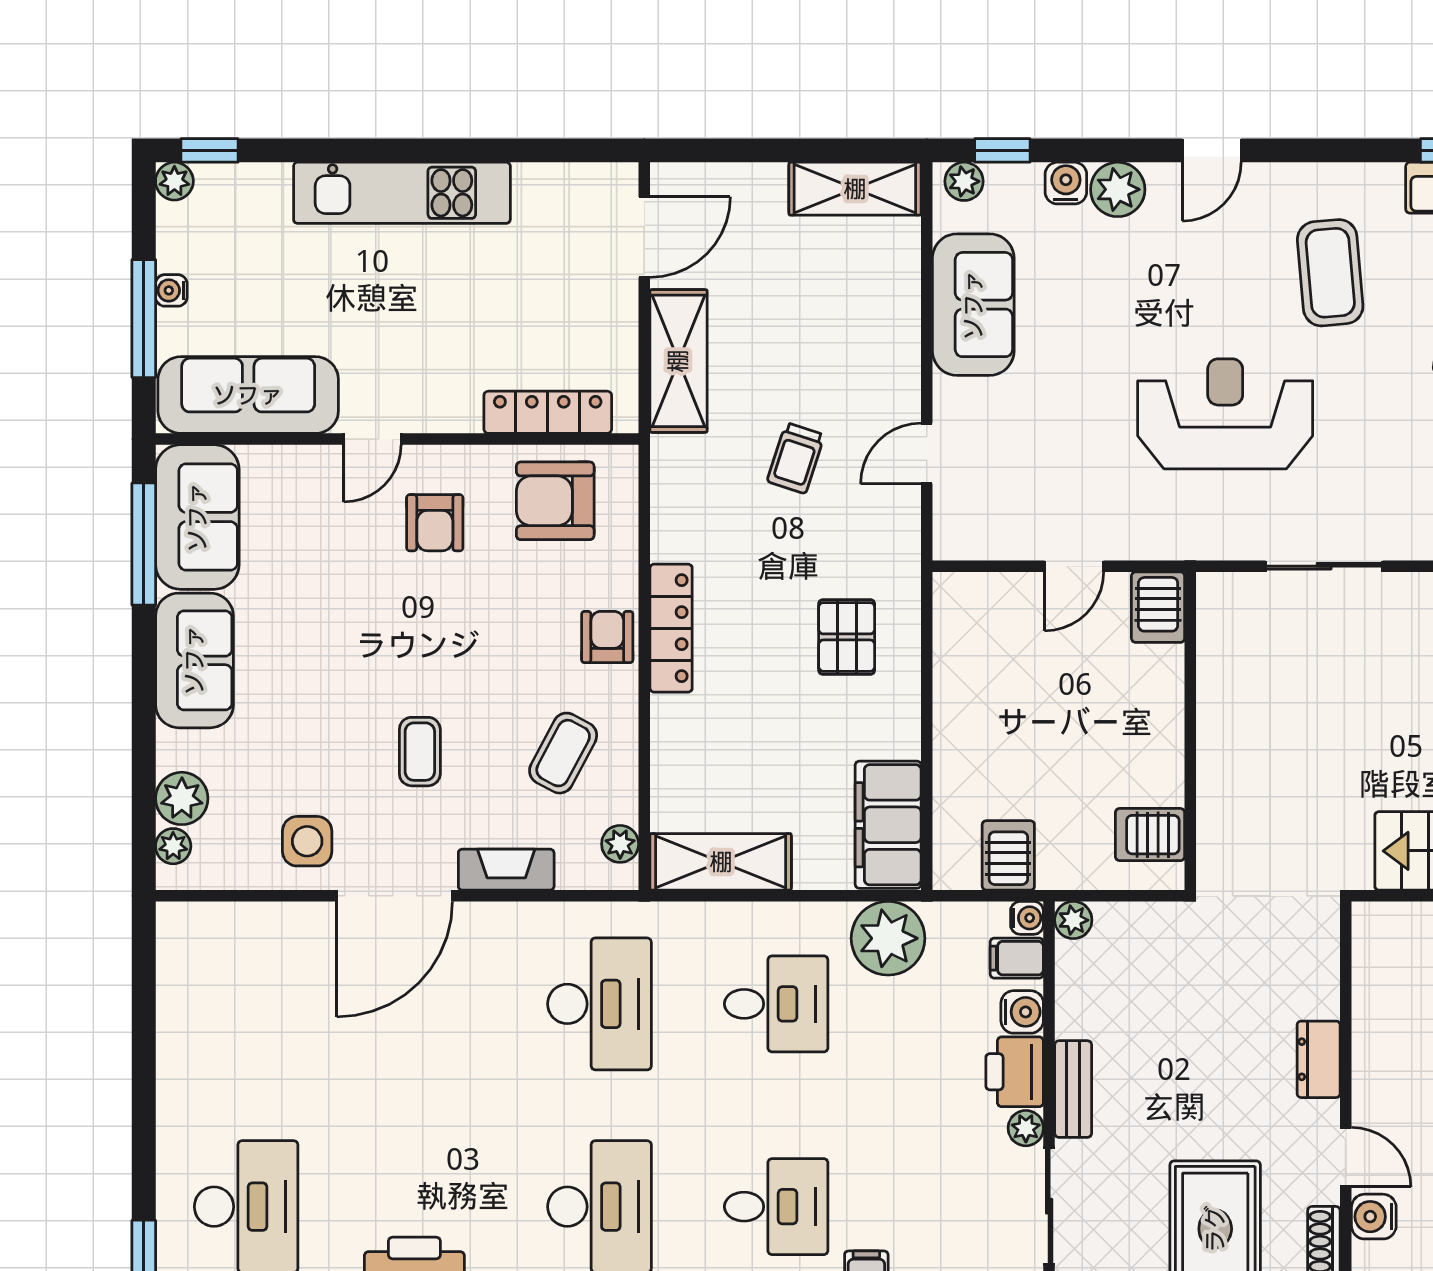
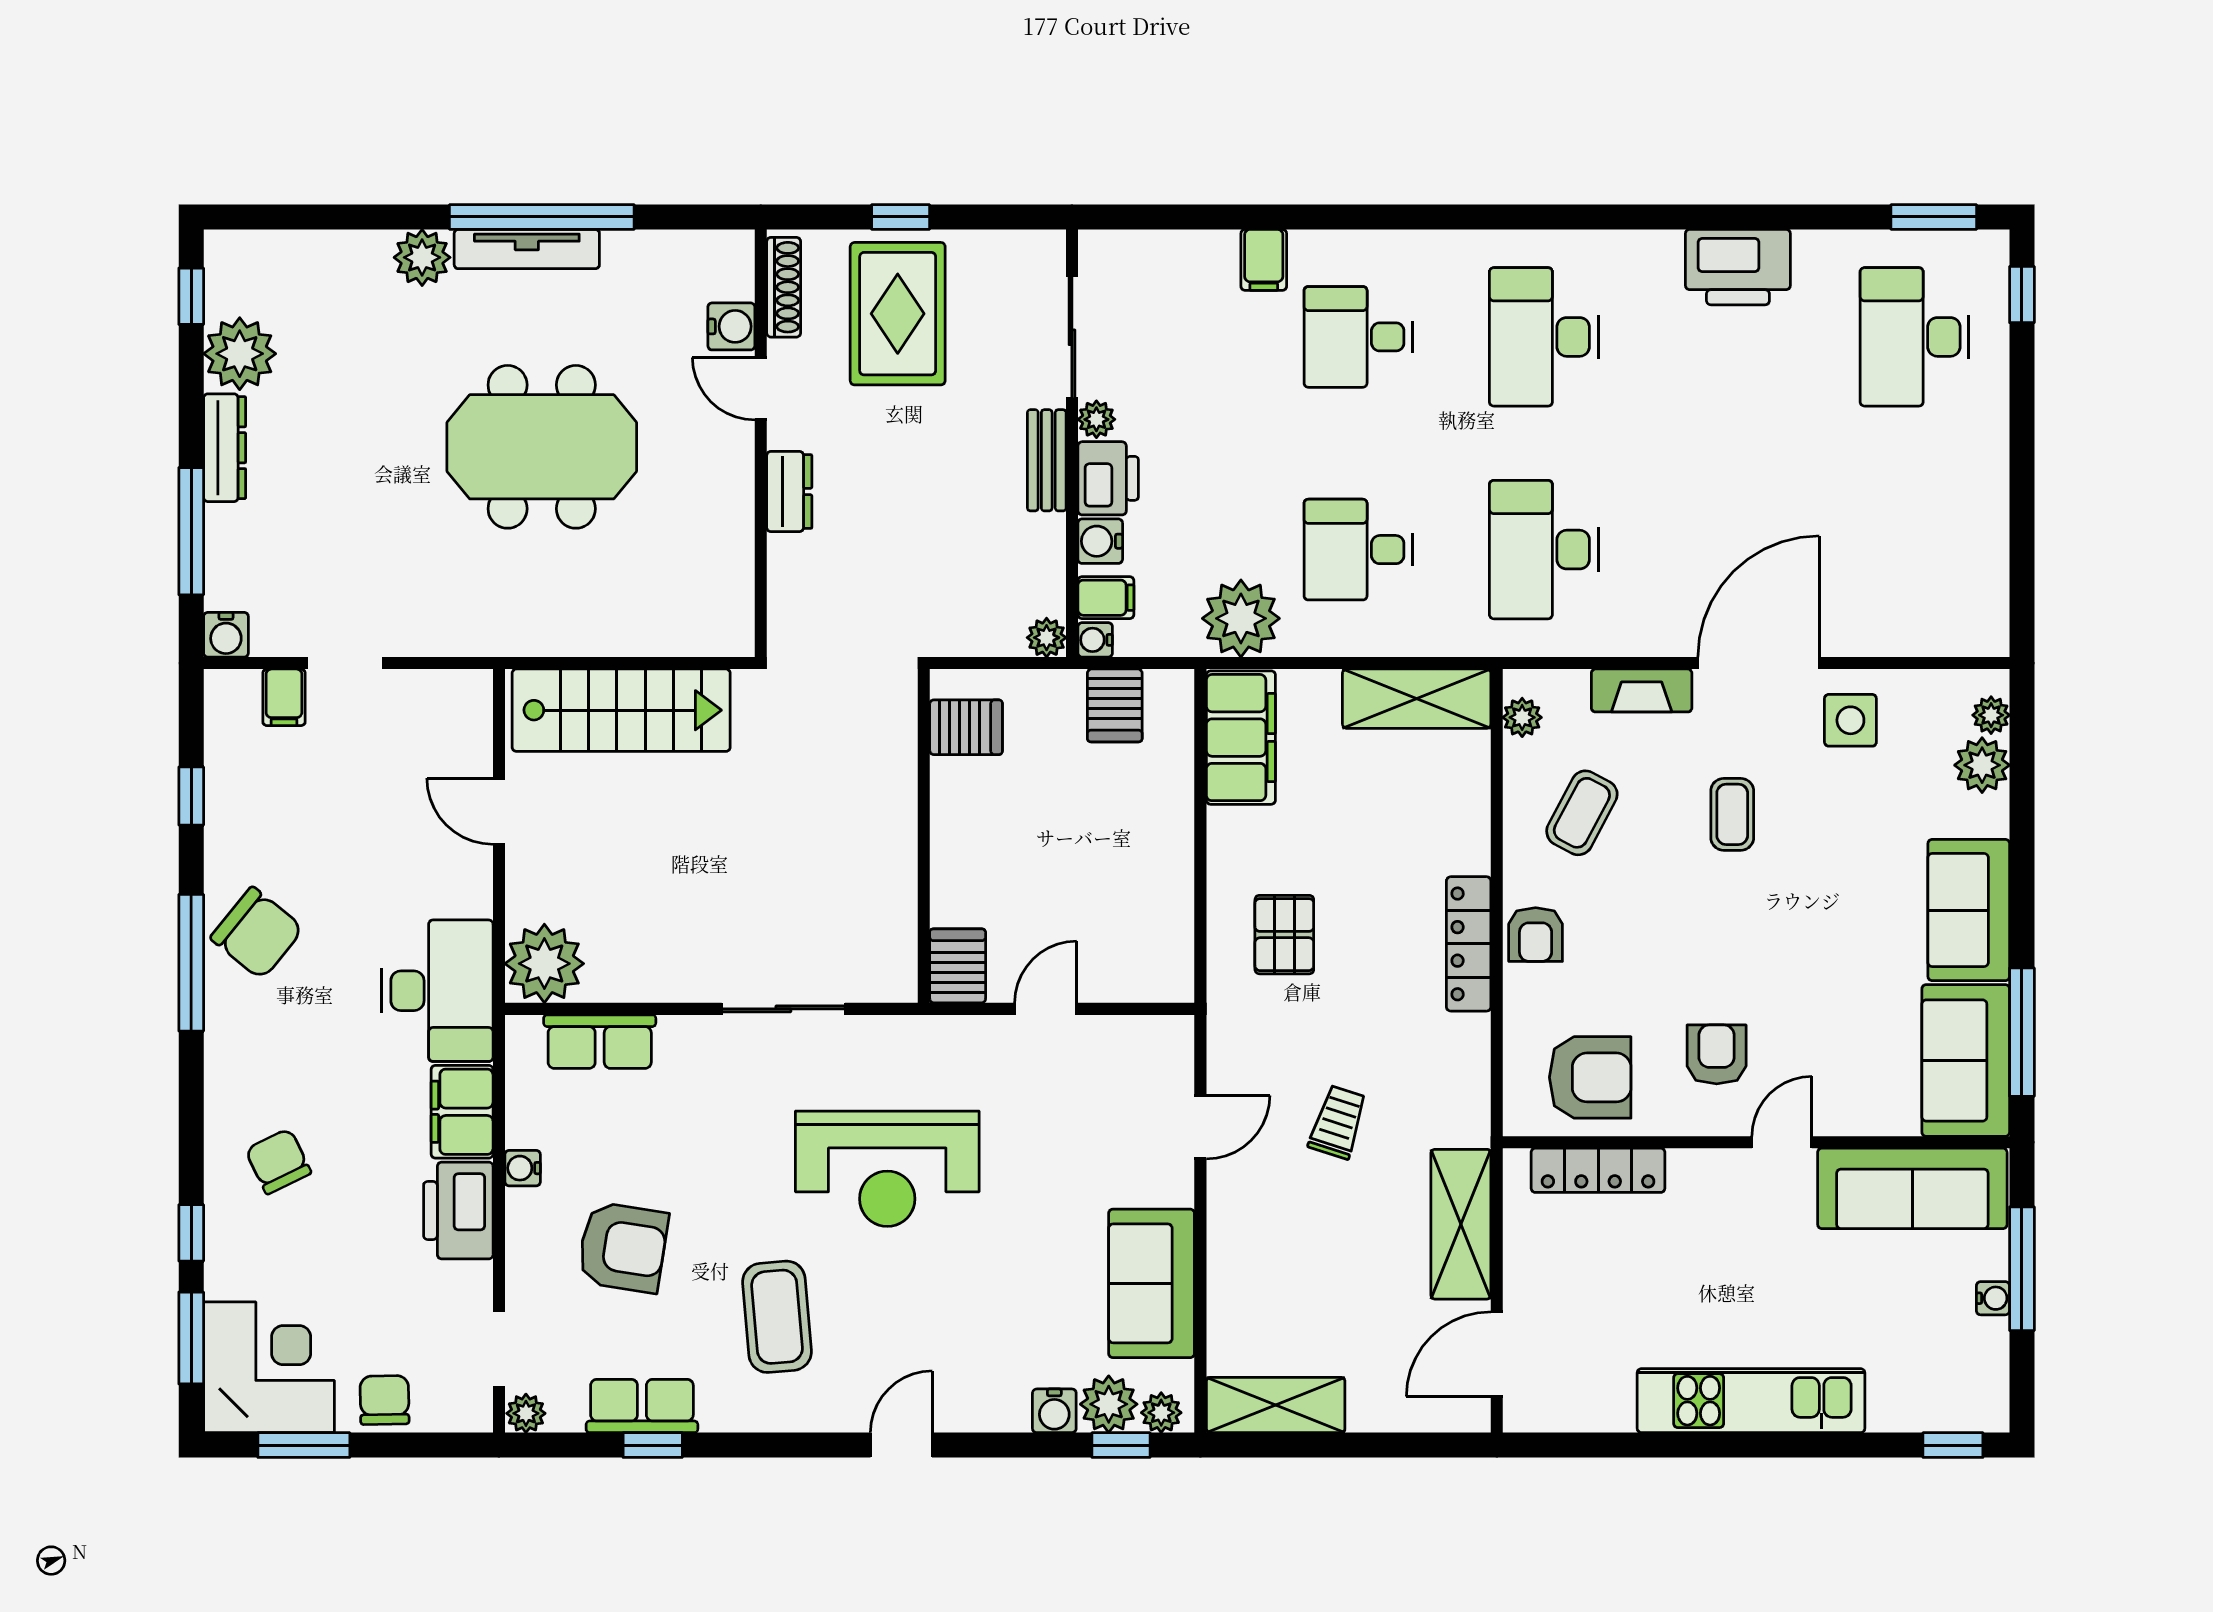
plant: (174, 181) -> (1990, 1413), removed
plant: (1118, 189) -> (1109, 1404), moved

